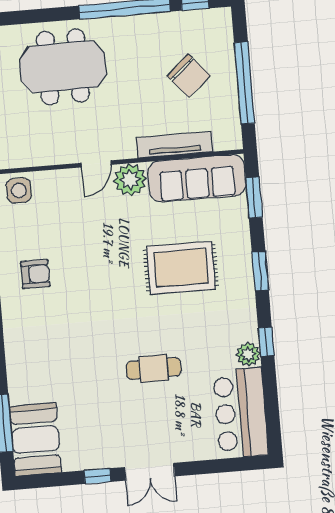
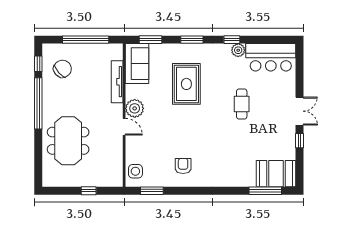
chair: (189, 76) -> (62, 69), moved
sofa: (197, 178) -> (137, 64), width x0.73

